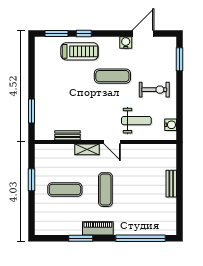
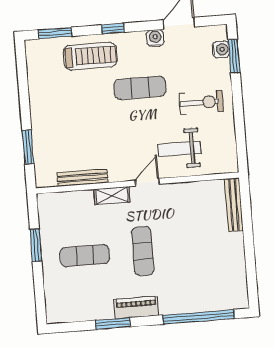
window: (84, 34) -> (113, 29), moved
weight bench: (136, 121) -> (179, 149), turned 180
water cooler: (171, 125) -> (221, 49), moved
bench: (68, 135) -> (82, 178), width x1.36
door: (112, 142) -> (147, 182), swing flipped
bench: (171, 184) -> (234, 205), moved, width x1.36

